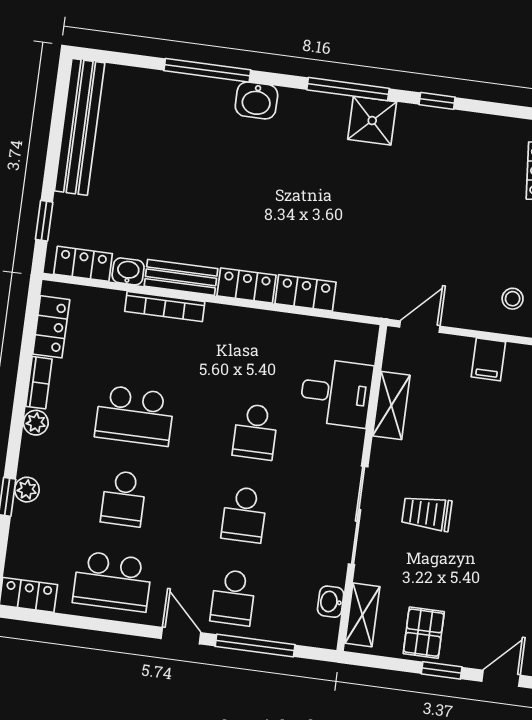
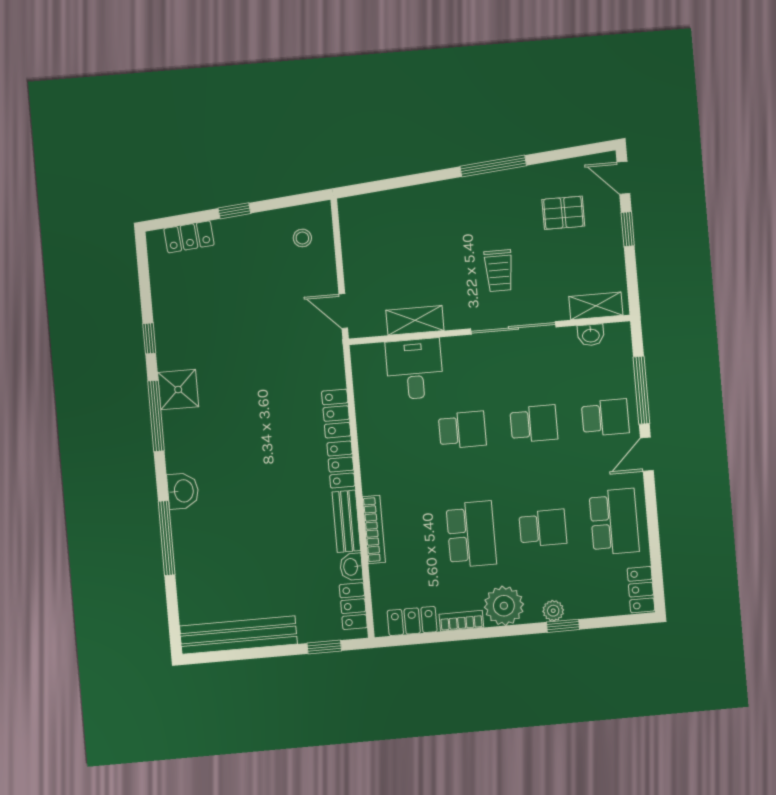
filing cabinet: (488, 359) -> (358, 247), removed
plant: (36, 423) -> (504, 606), width x1.87, depth x1.87
pallet: (424, 633) -> (563, 213), moved

